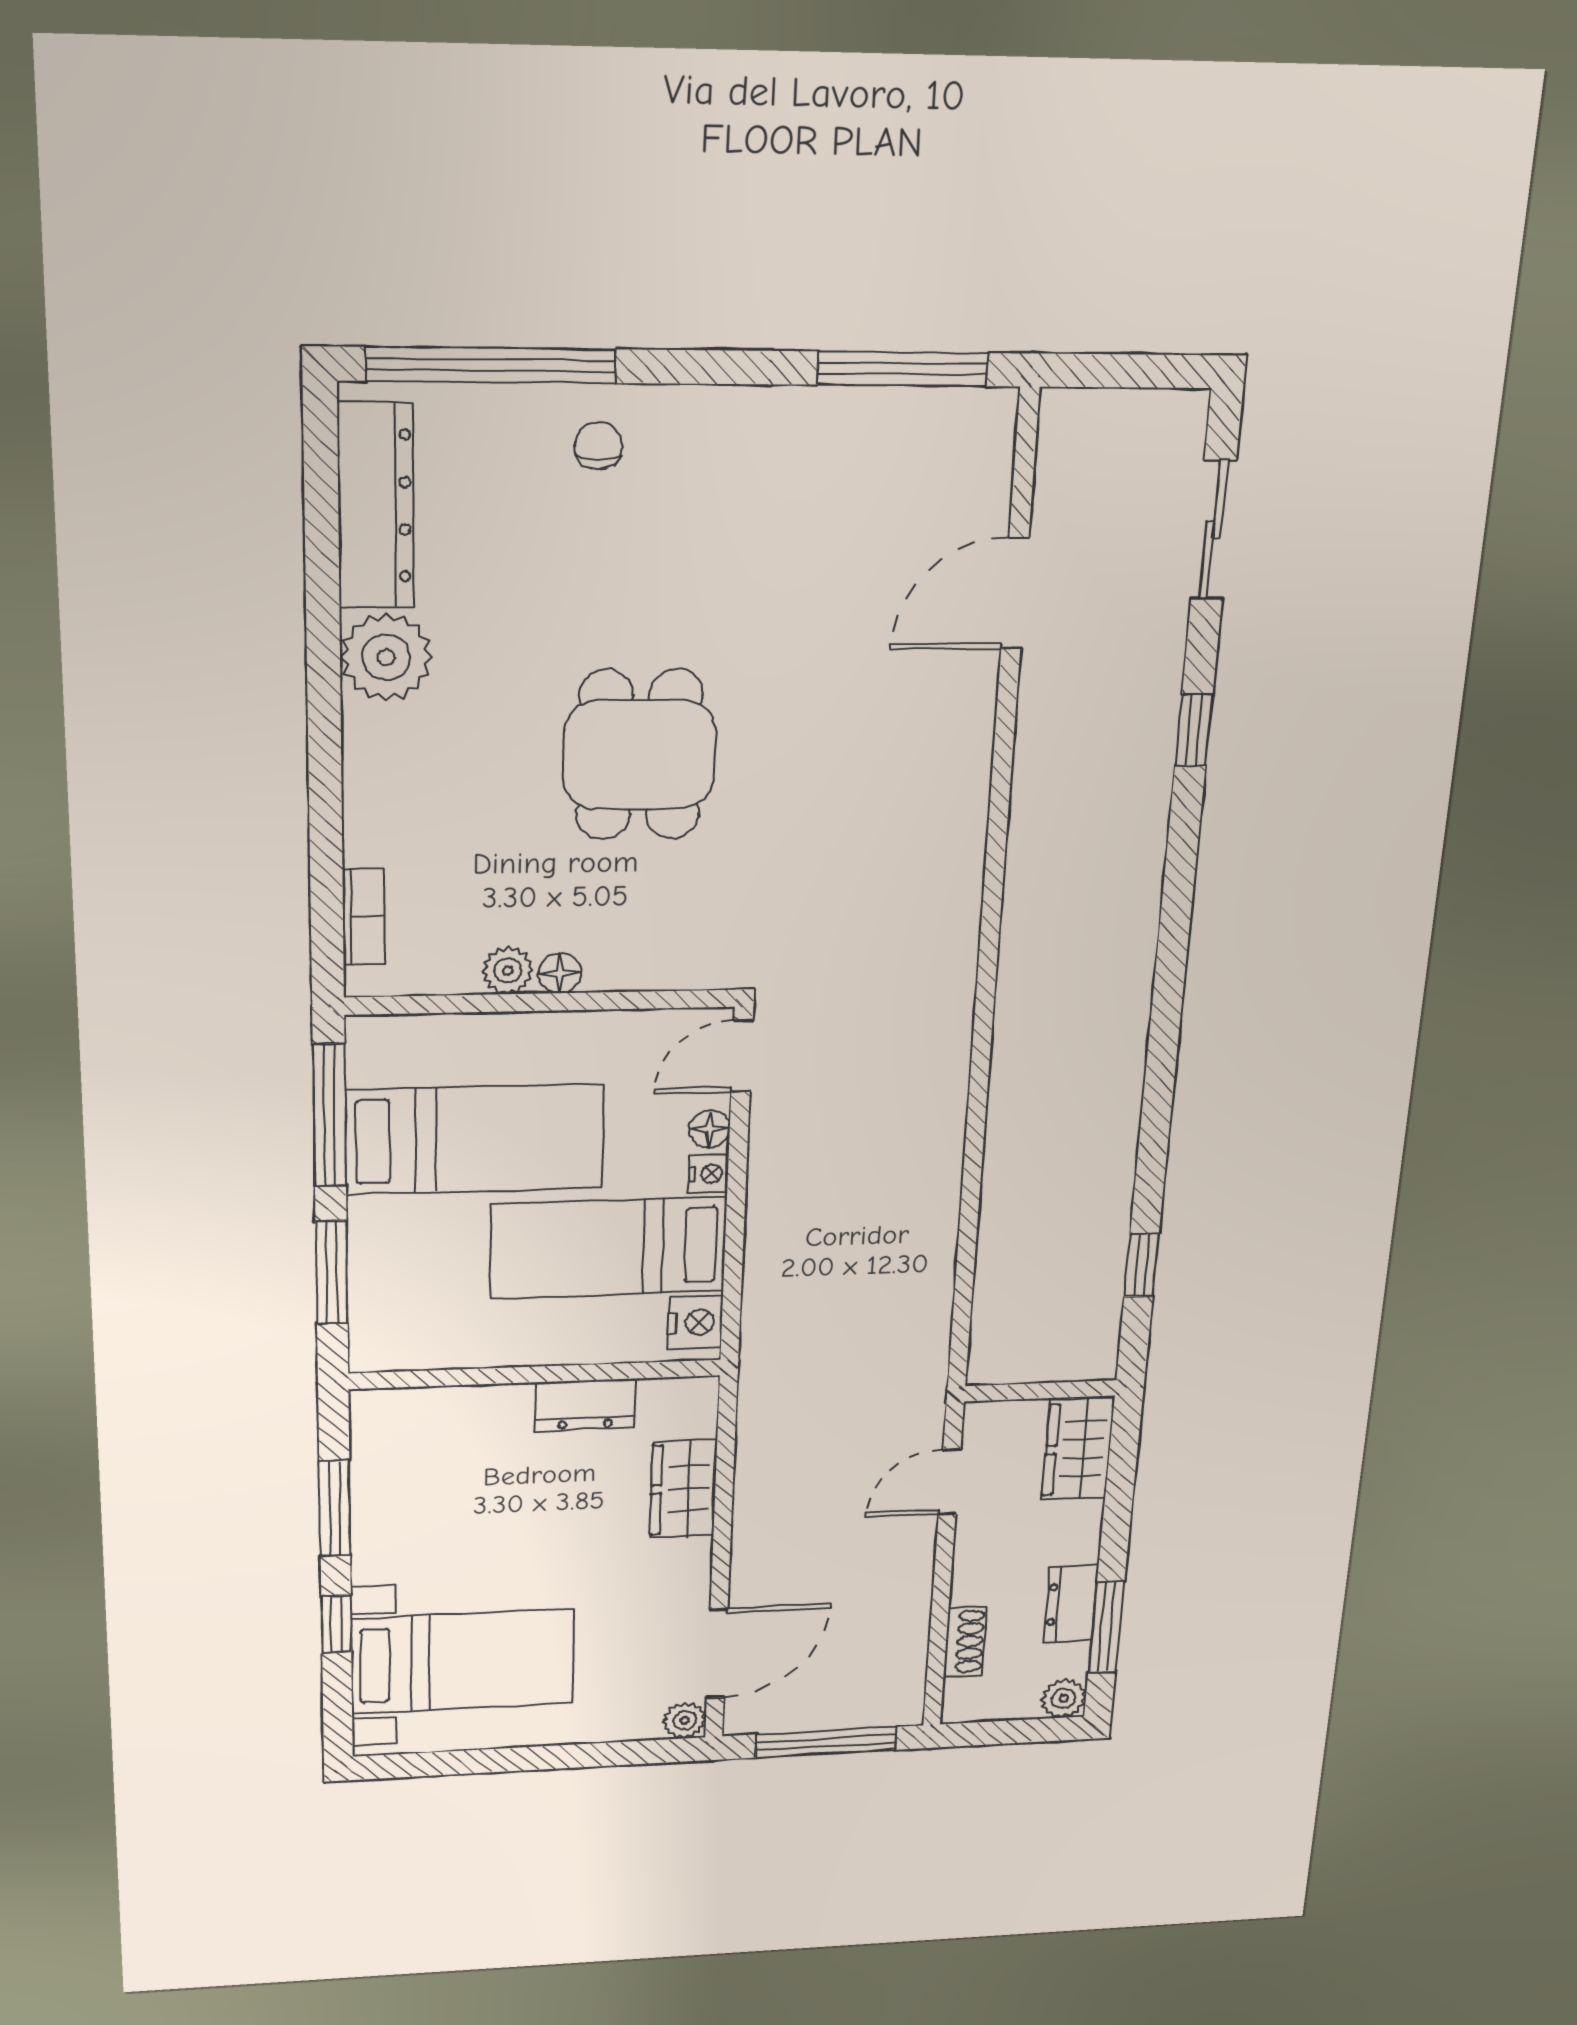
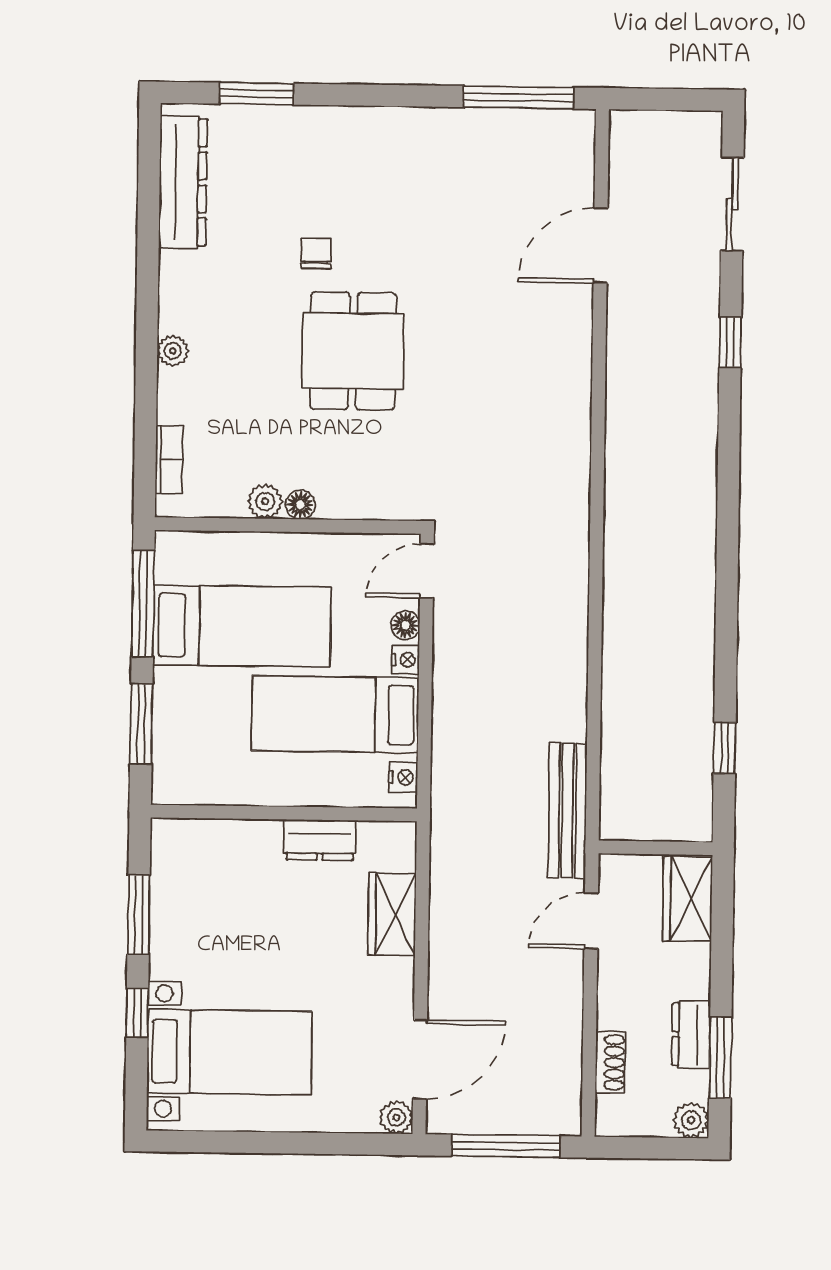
window: (492, 365) -> (257, 94), width x0.47
chair: (598, 446) -> (316, 254), moved
plant: (386, 657) -> (173, 351), moved, width x0.53, depth x0.53
nightstand: (695, 1322) -> (403, 777), width x0.72, depth x0.74
bench: (925, 1352) -> (567, 811), added

